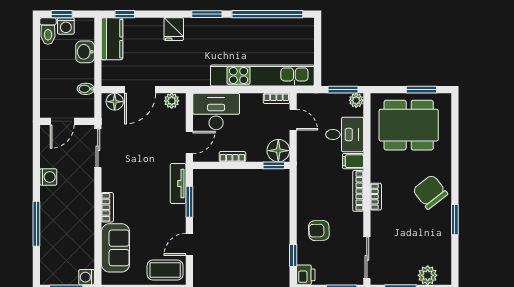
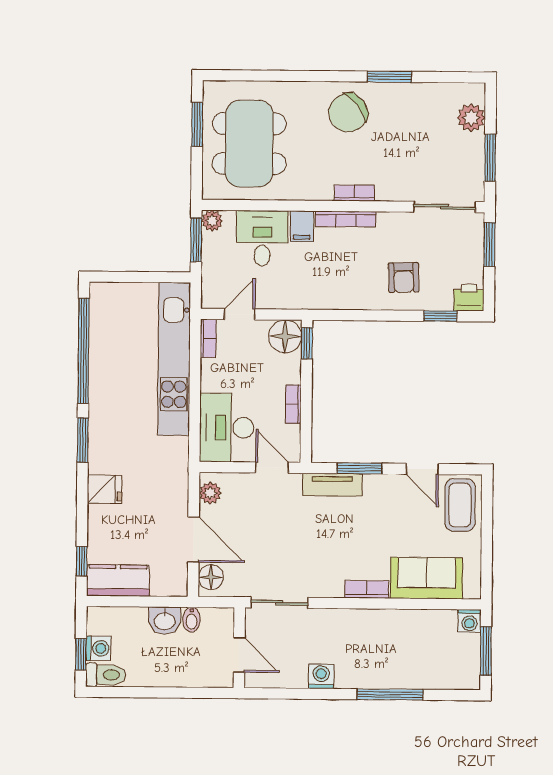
washbasin: (85, 52) -> (165, 621), moved

